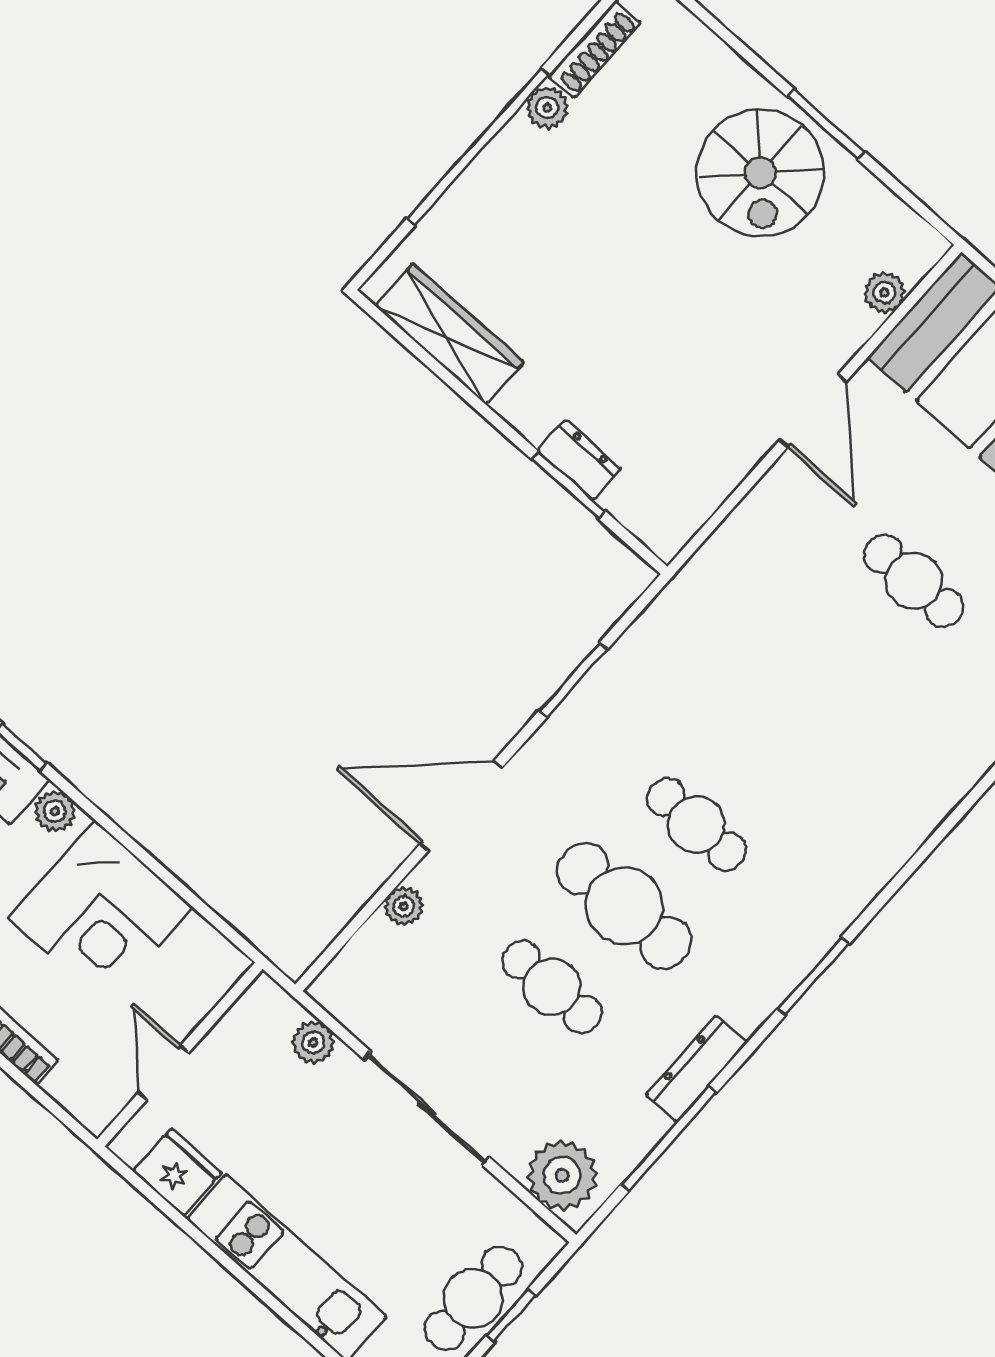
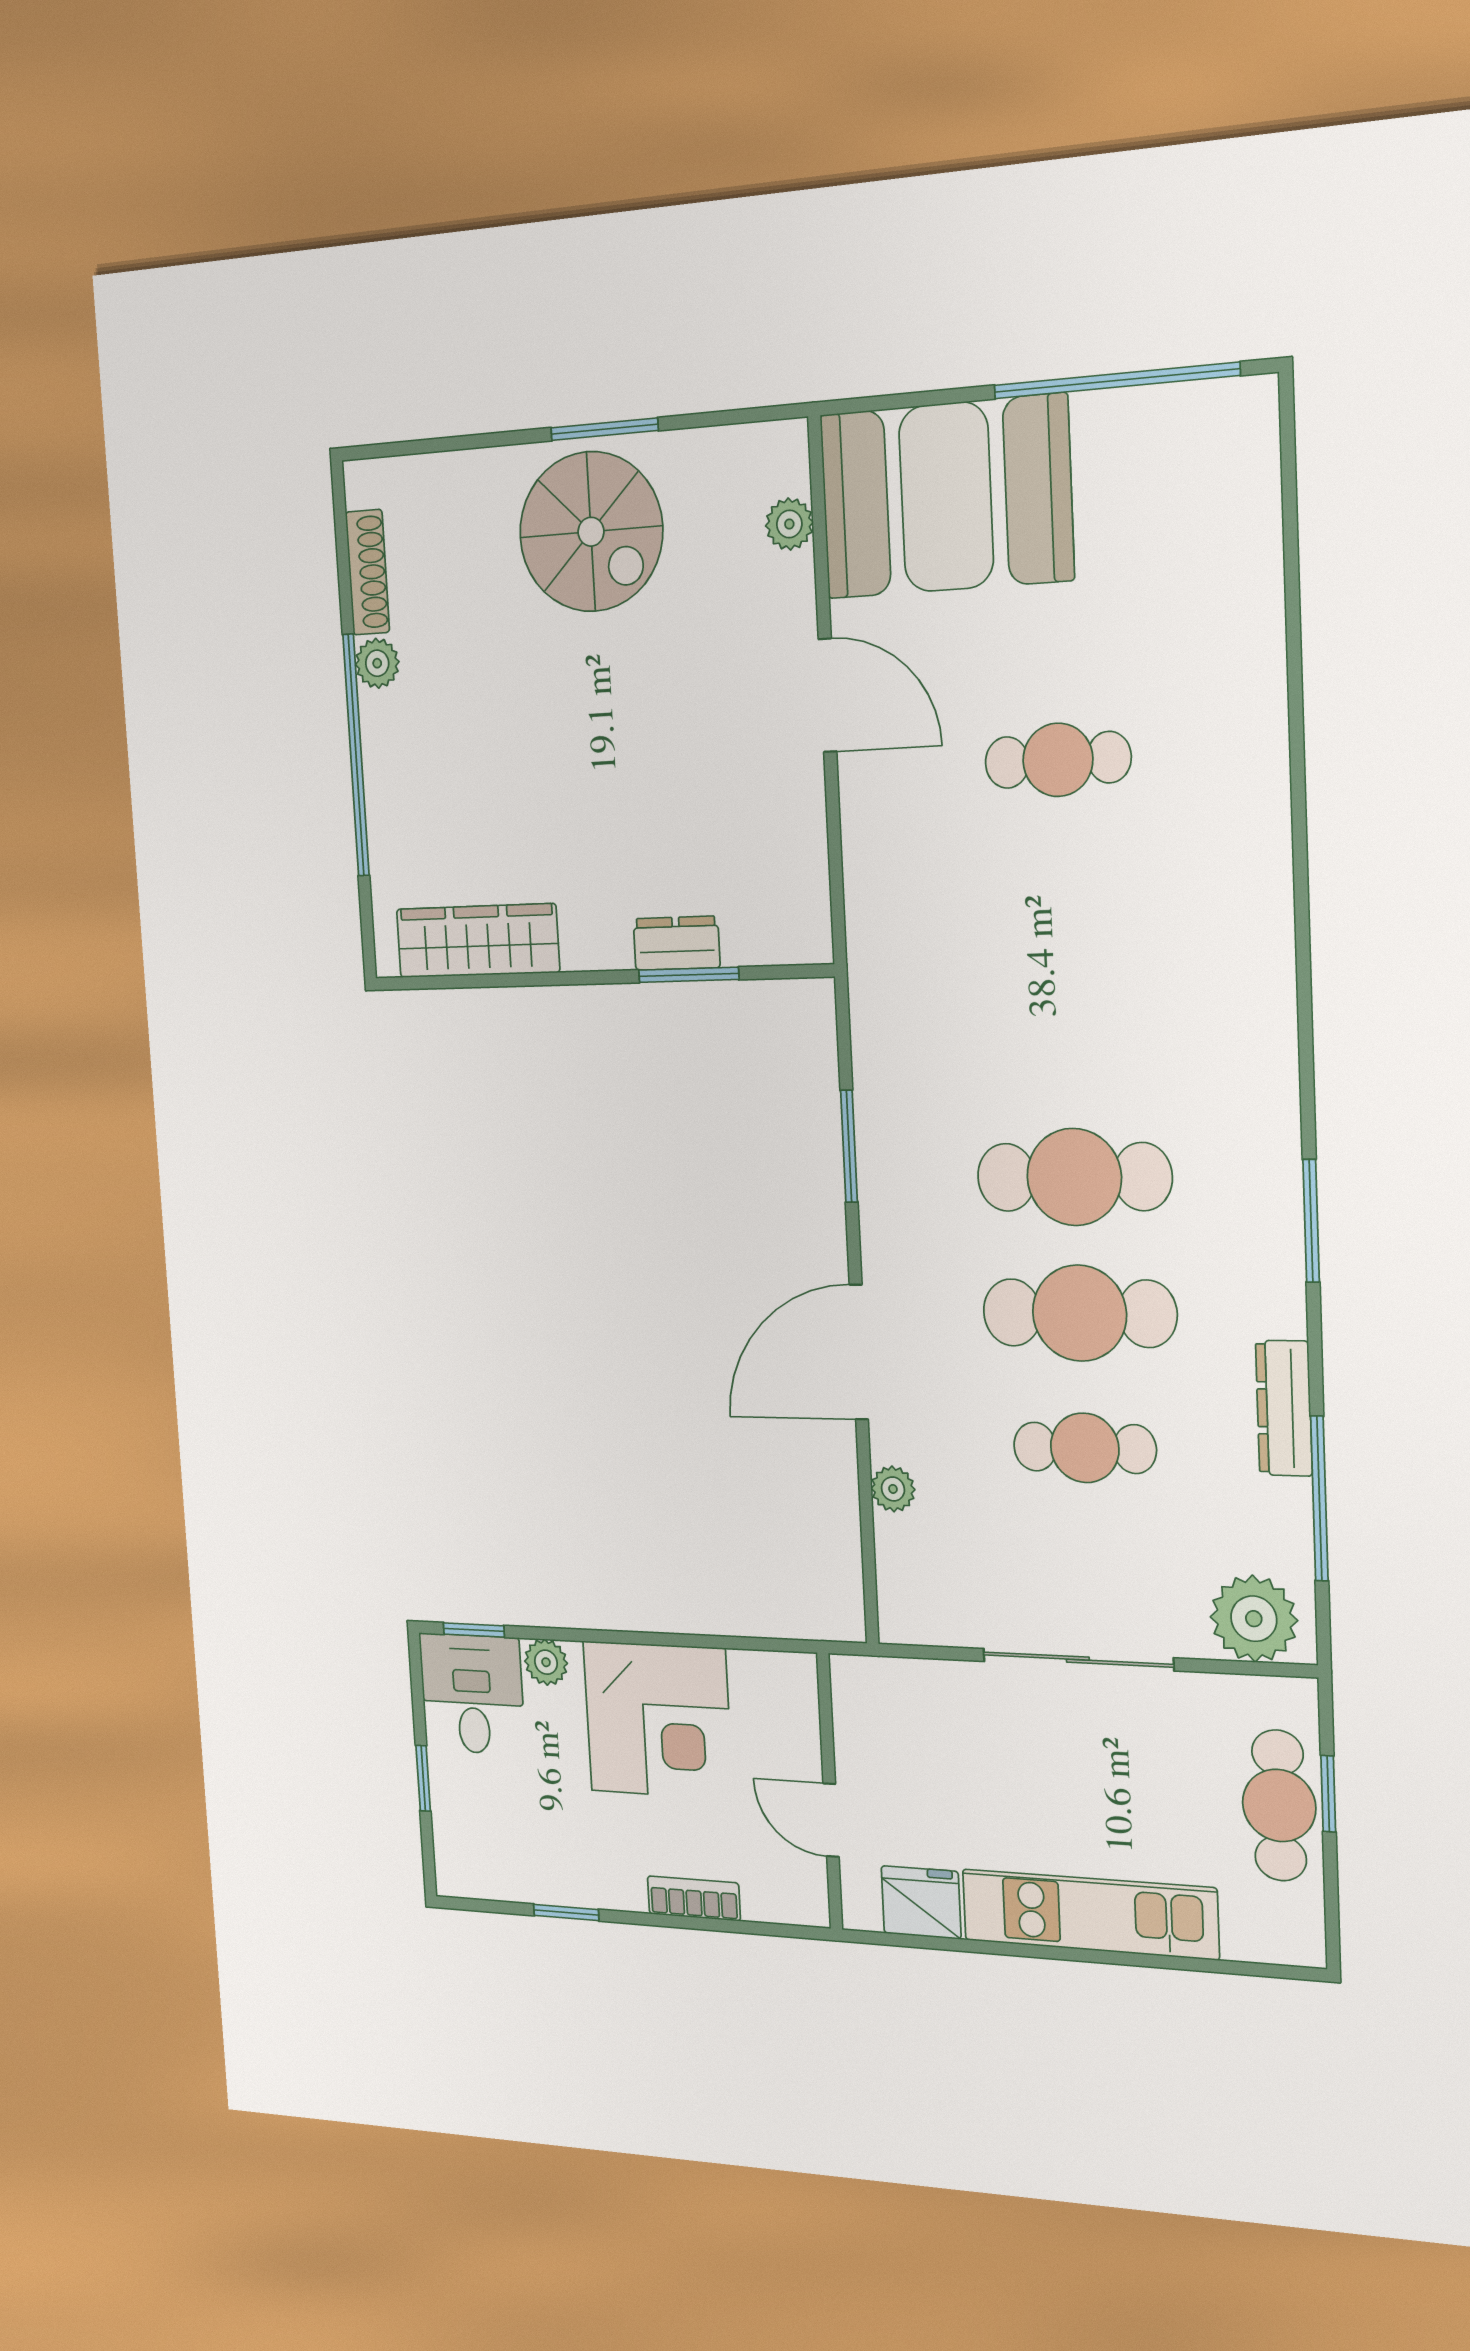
cafe table: (697, 824) -> (1074, 1177), width x1.37, depth x1.35
plant: (313, 1042) -> (928, 1683), removed

